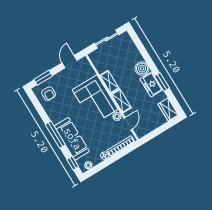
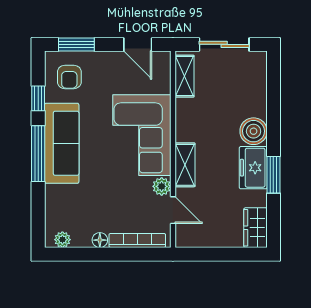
door: (70, 62) -> (138, 44), swing flipped
shelving: (109, 82) -> (185, 76), moved
door: (128, 124) -> (173, 210), hinge flipped
sofa: (72, 139) -> (62, 143), moved
window: (73, 163) -> (38, 98), moved

